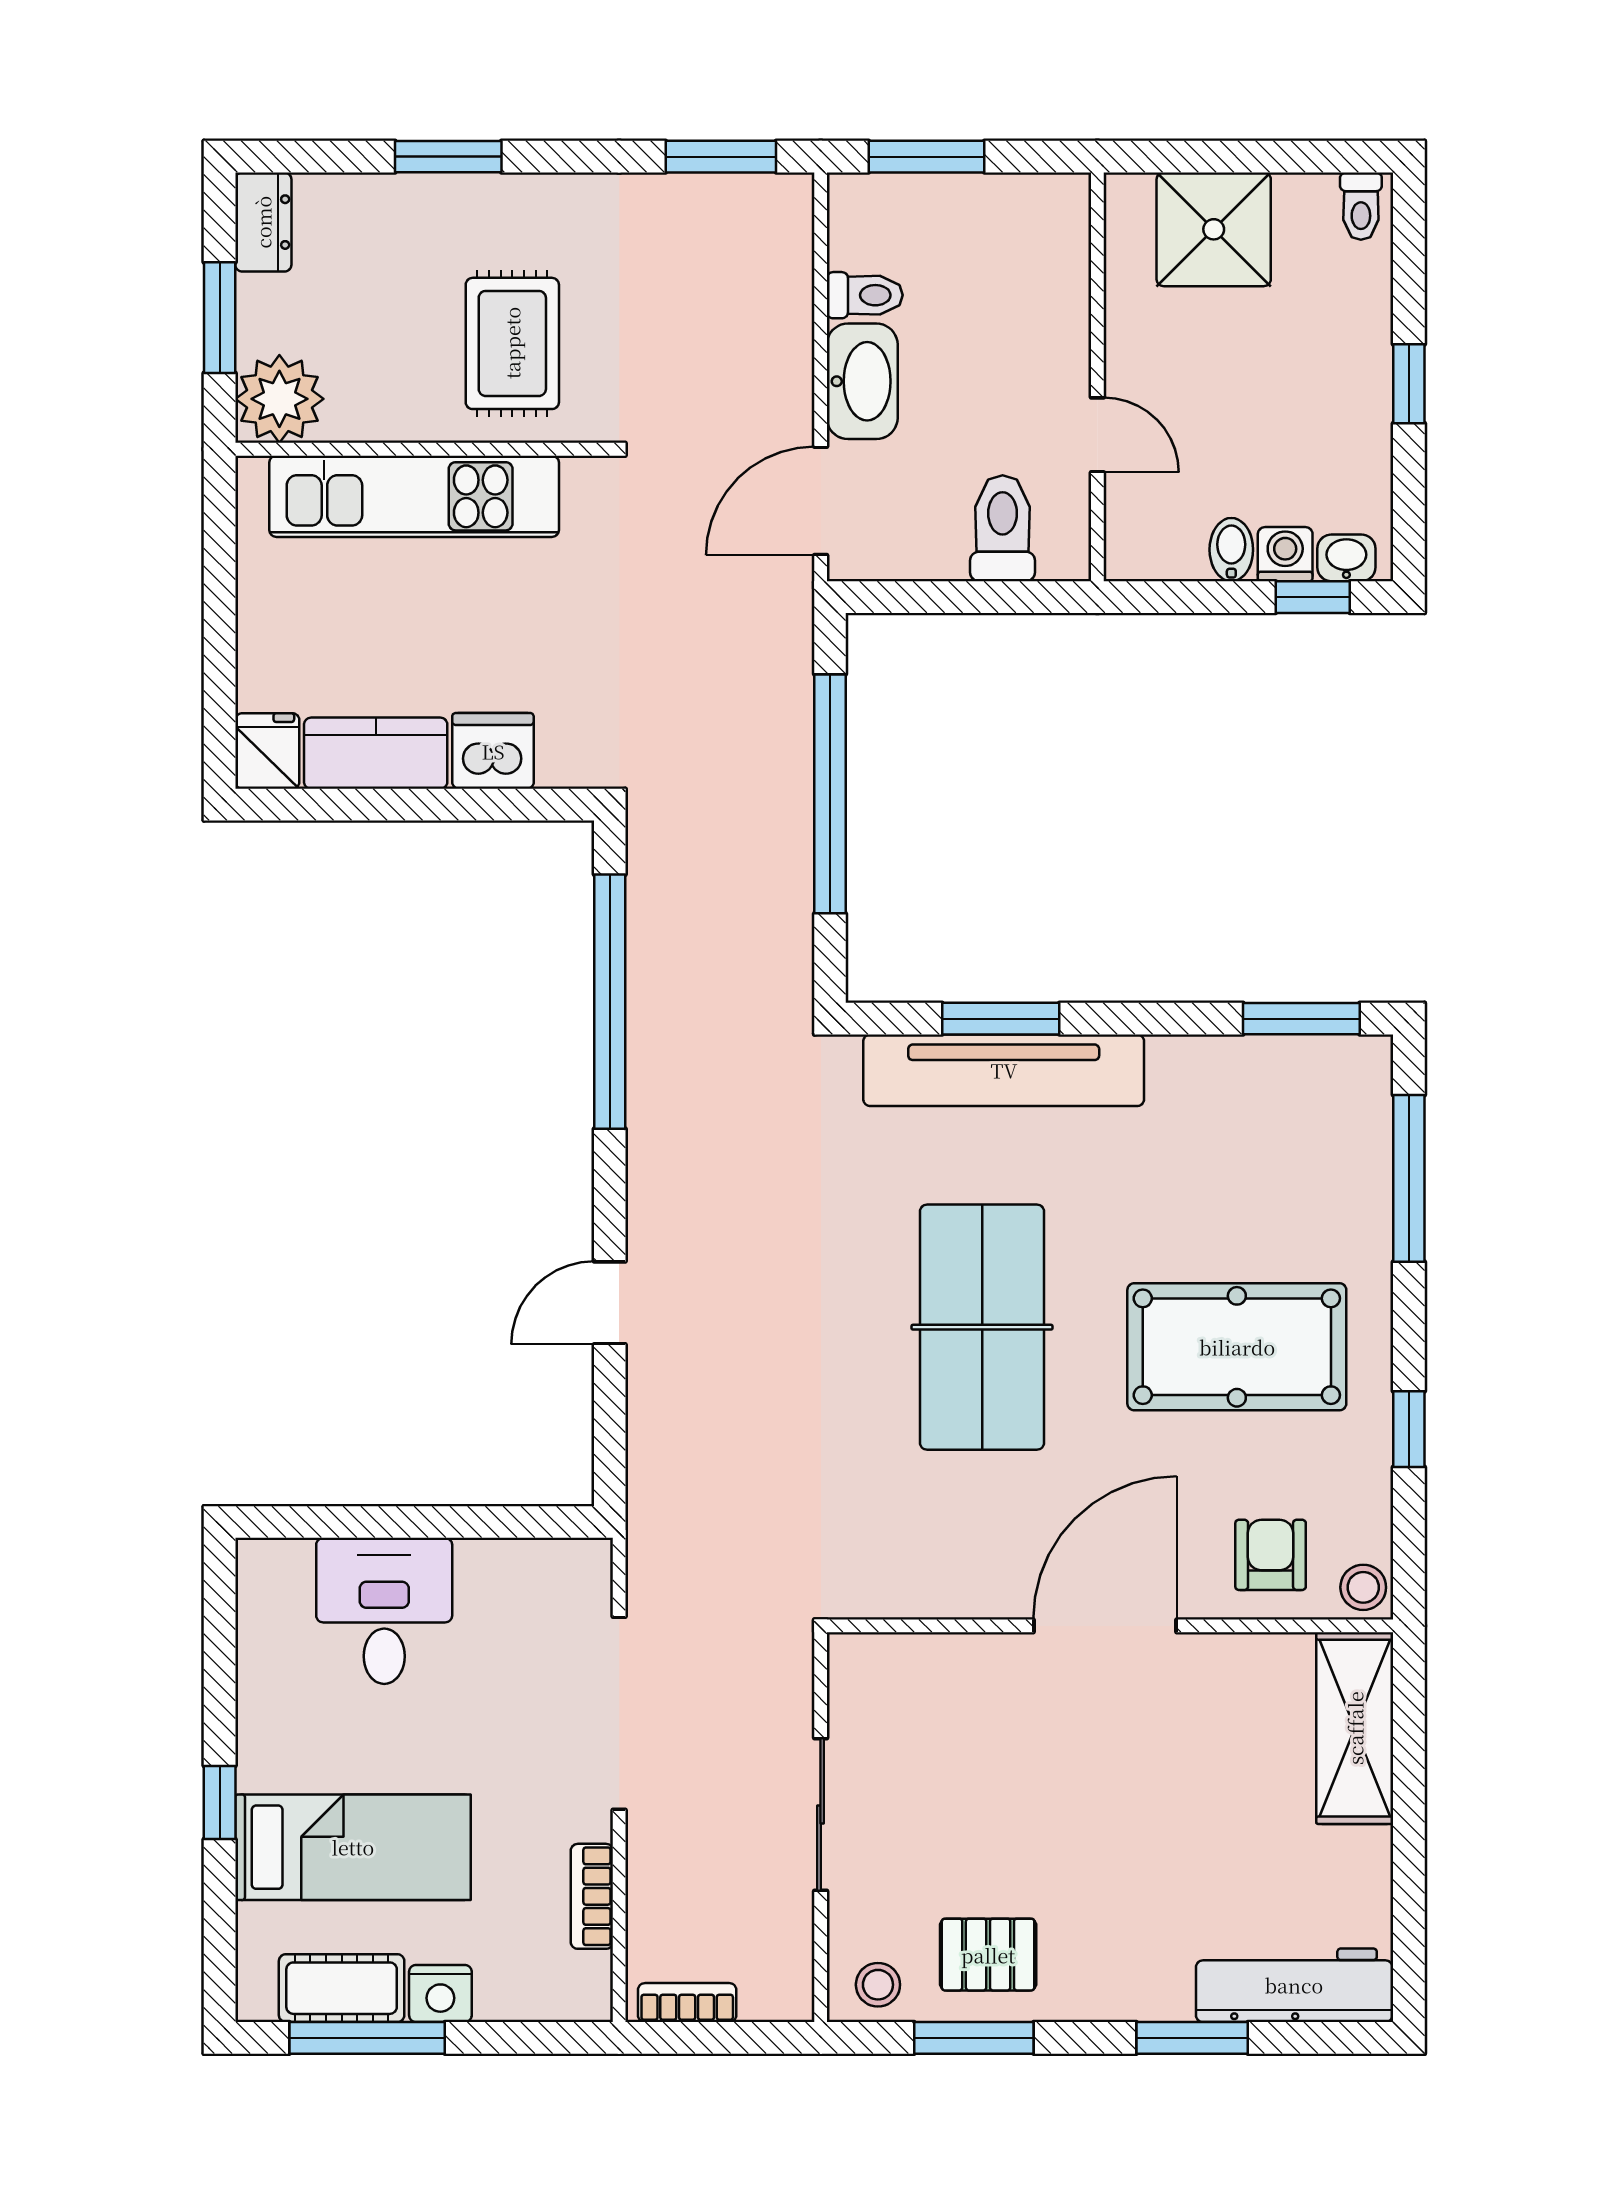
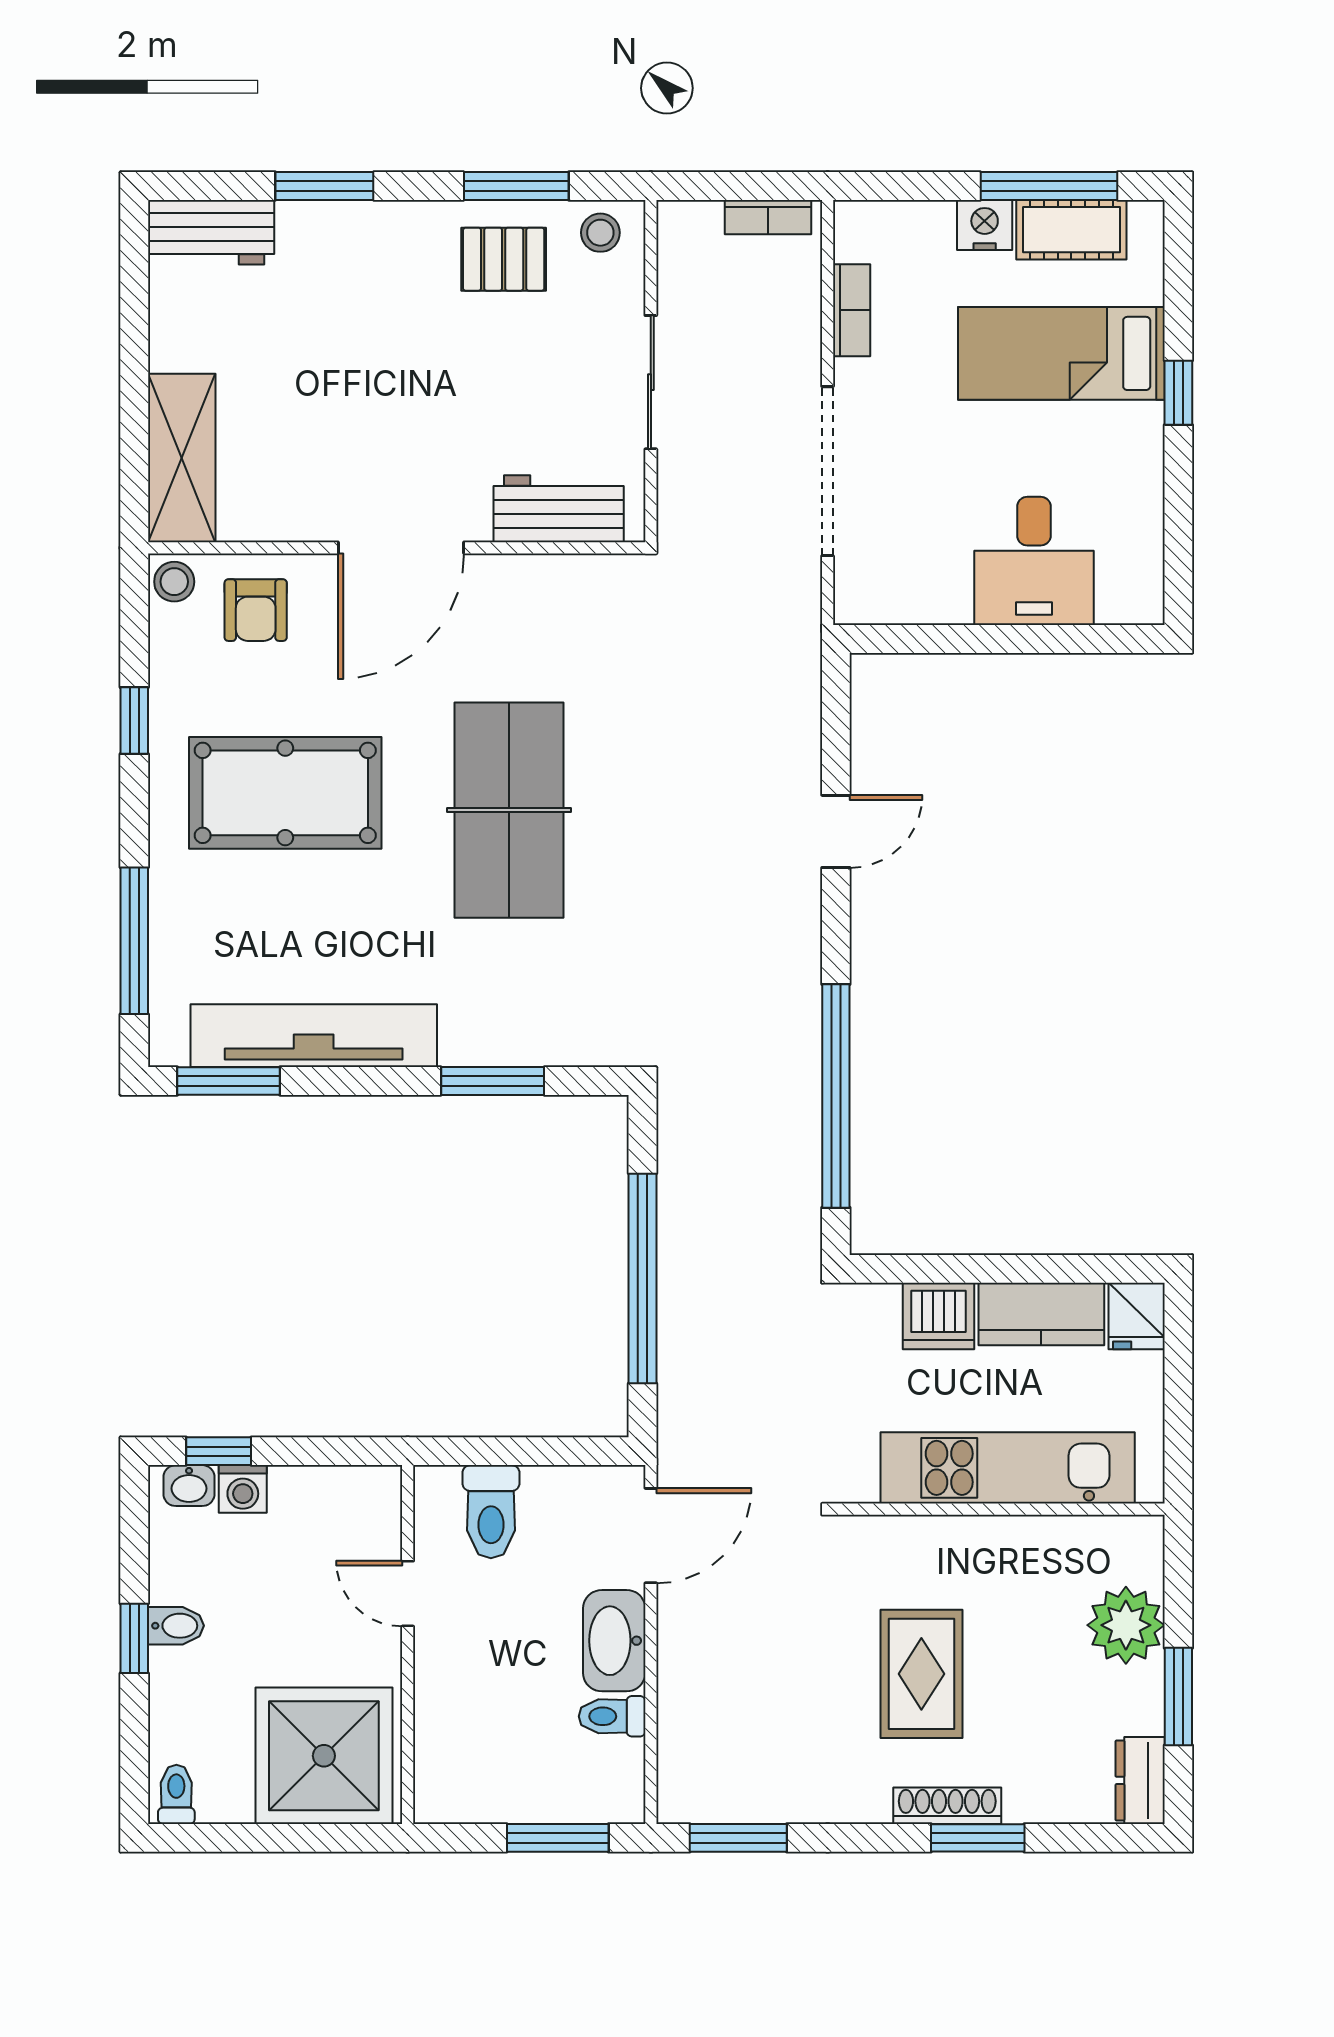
shoe rack: (483, 193) -> (947, 1806), added
shower: (1214, 229) -> (324, 1756), width x1.37, depth x1.37
wall: (424, 449) -> (999, 1509), moved
kitchen unit: (414, 496) -> (1008, 1468), moved
bidet: (1231, 550) -> (176, 1626), moved, turned -90
tv unit: (1004, 1070) -> (314, 1036), moved
workbench: (925, 1670) -> (559, 509), added
workbench: (1294, 1985) -> (211, 232), width x0.73

